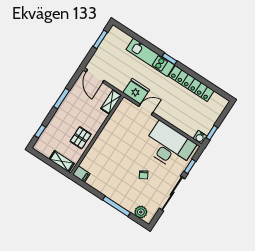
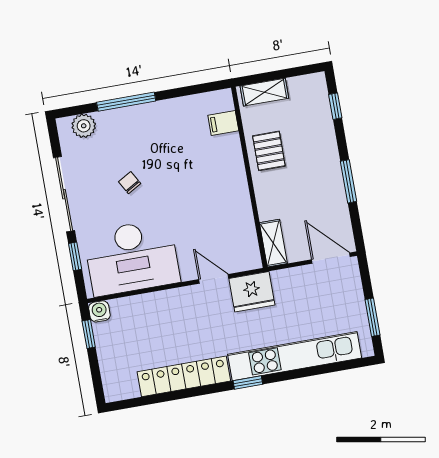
kitchen unit: (150, 57) -> (295, 356), width x1.36
door: (146, 109) -> (214, 279), swing flipped
filing cabinet: (81, 174) -> (223, 123), moved

